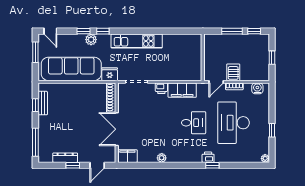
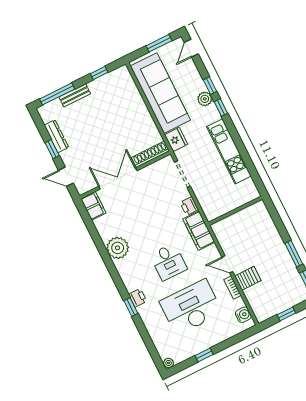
wall: (203, 57) -> (235, 211), moved
bench: (43, 103) -> (75, 95), moved
plant: (162, 158) -> (118, 248), width x1.87, depth x1.87

